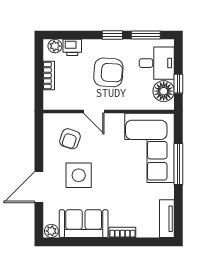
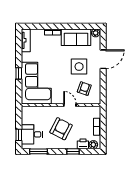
window: (112, 35) -> (73, 151), moved
armchair: (108, 72) -> (61, 129), turned 113
window: (178, 84) -> (19, 135), moved
floor lamp: (164, 91) -> (28, 117), removed
window: (178, 164) -> (19, 73), width x0.46

